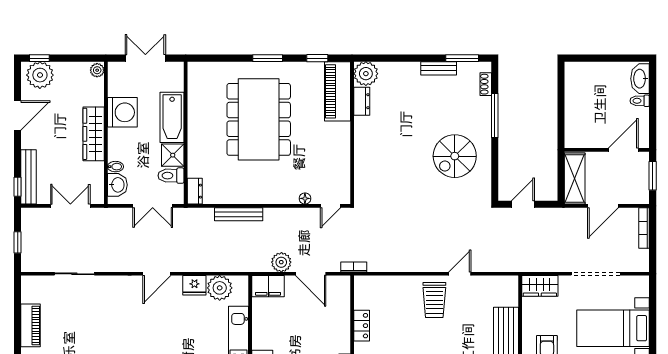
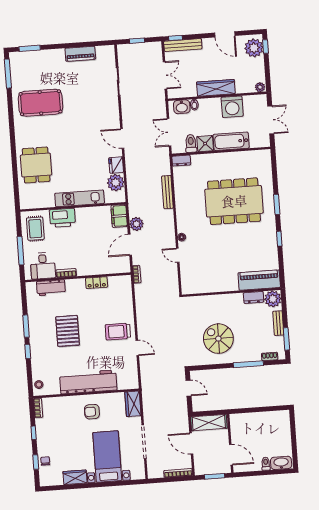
plant: (366, 74) -> (273, 299), moved
piano: (337, 91) -> (259, 280), moved
dresser: (362, 101) -> (254, 297), moved
wall: (352, 133) -> (231, 292), moved

